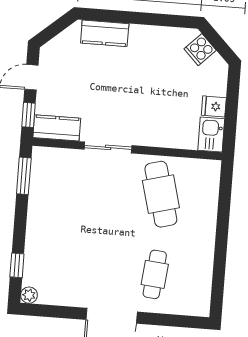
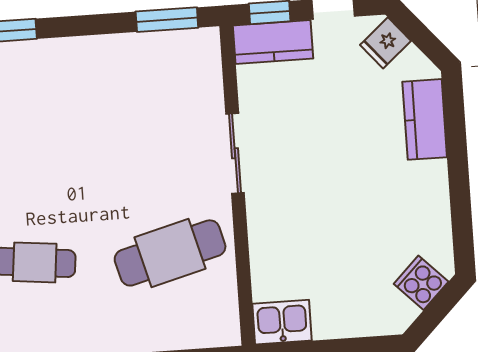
fridge: (214, 106) -> (386, 43), moved, turned -131
kitchen counter: (57, 128) -> (273, 42), moved, turned 90

